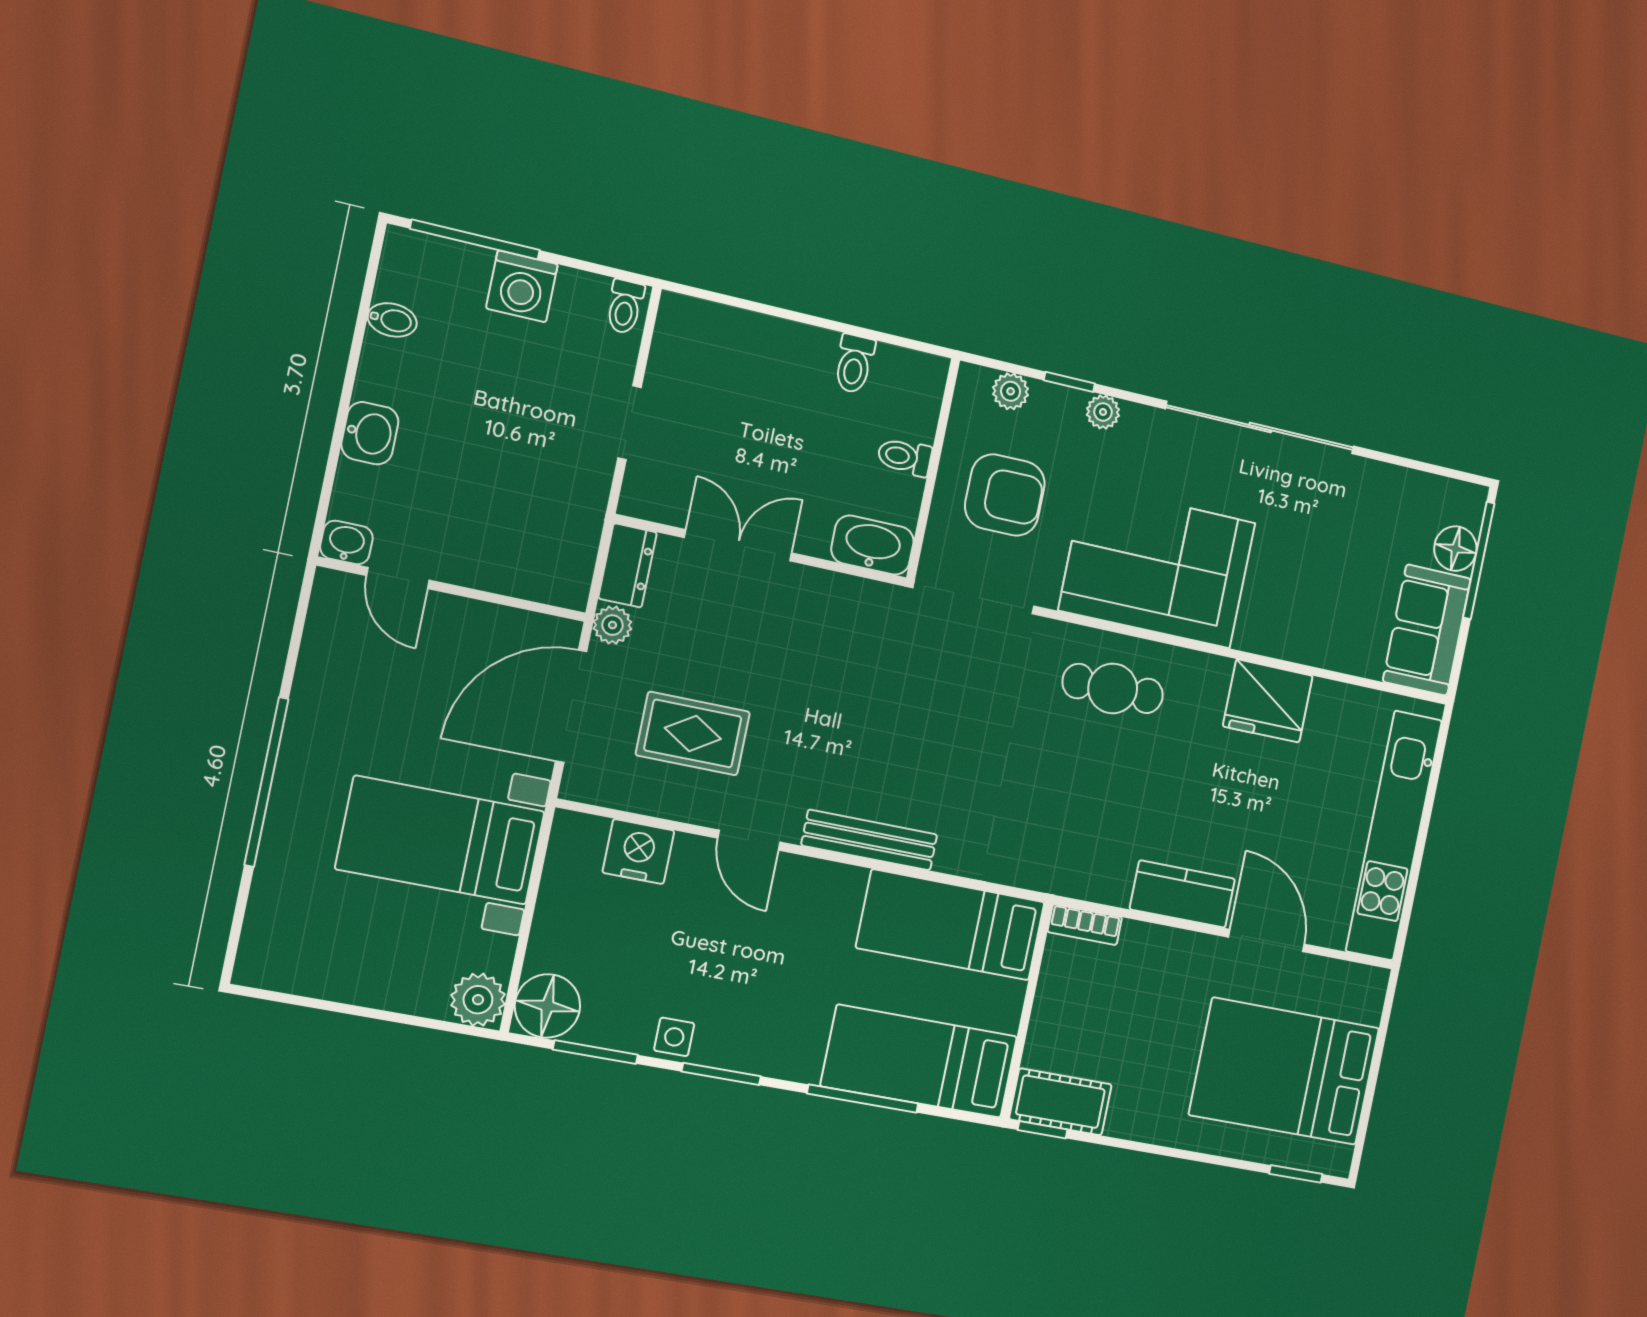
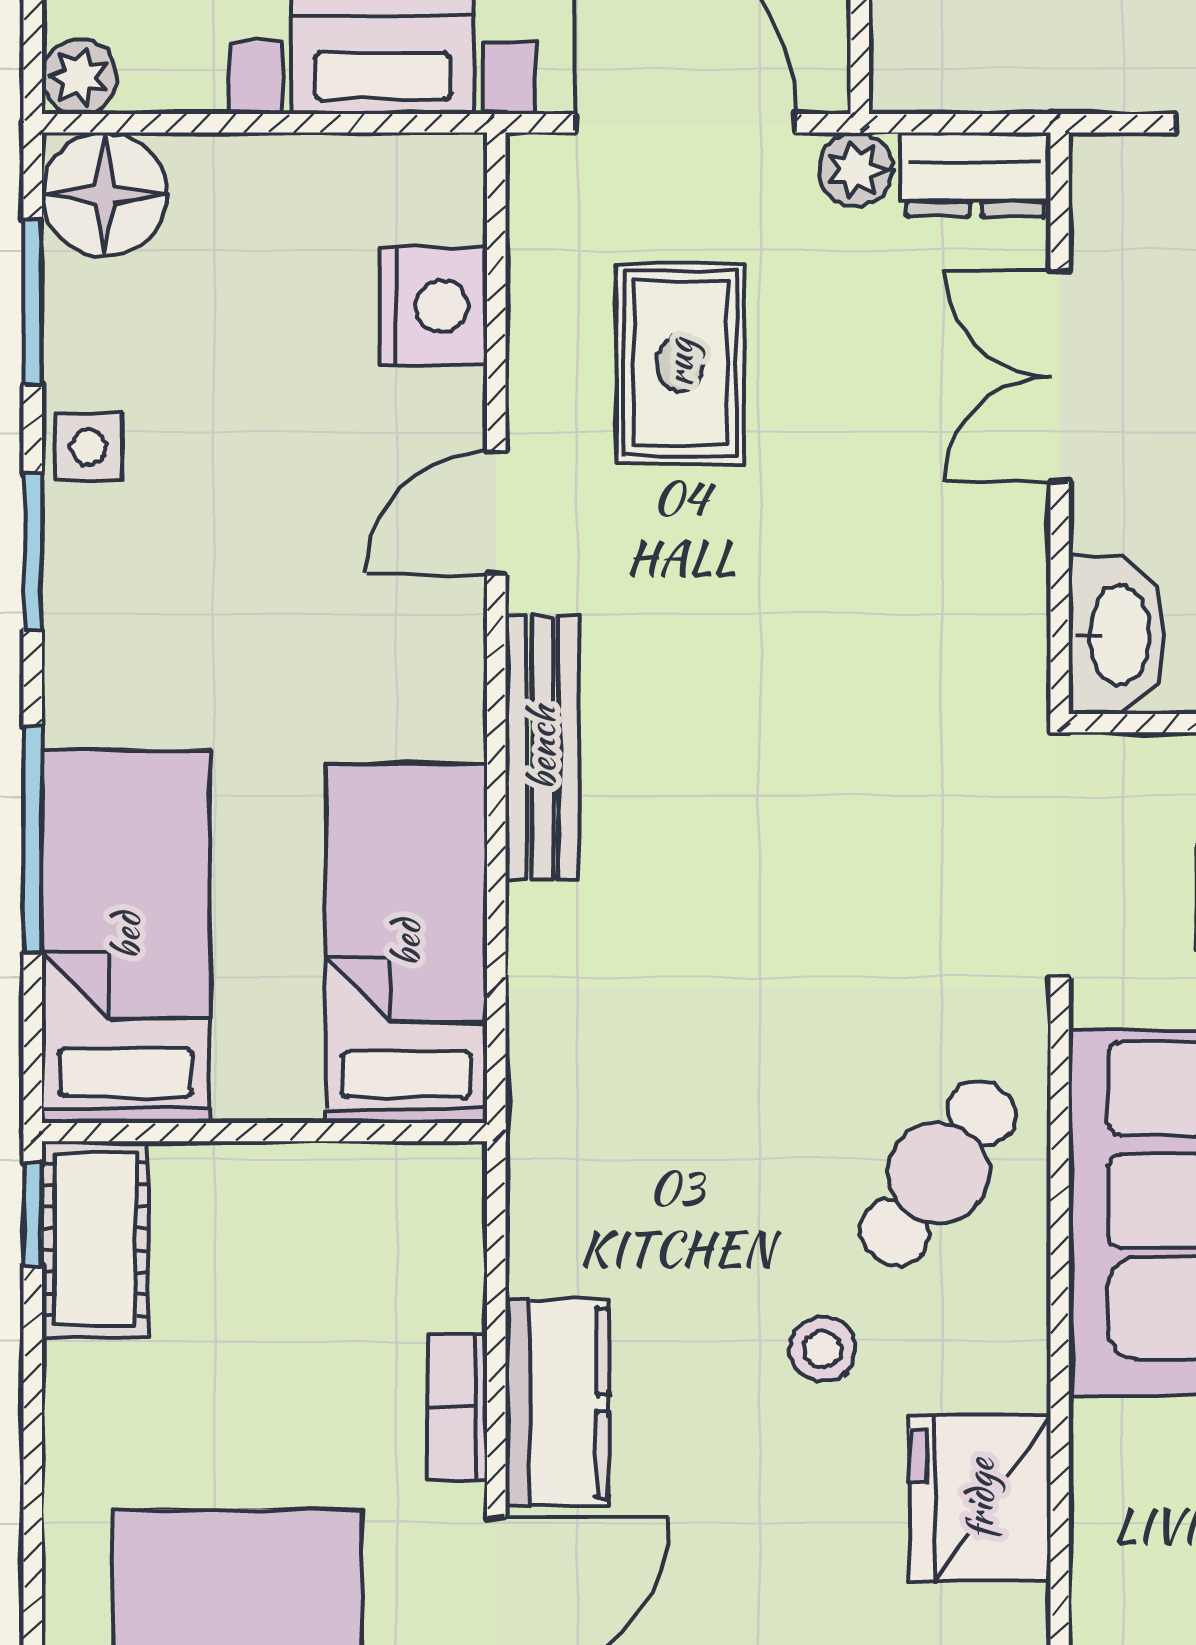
double door: (738, 545) -> (1060, 376), swing flipped
cafe table: (1113, 688) -> (938, 1173), turned 36
stool: (1184, 762) -> (823, 1349), added
bookcase: (1085, 925) -> (458, 1407), moved
plant: (478, 1000) -> (79, 77), width x0.73, depth x0.73

